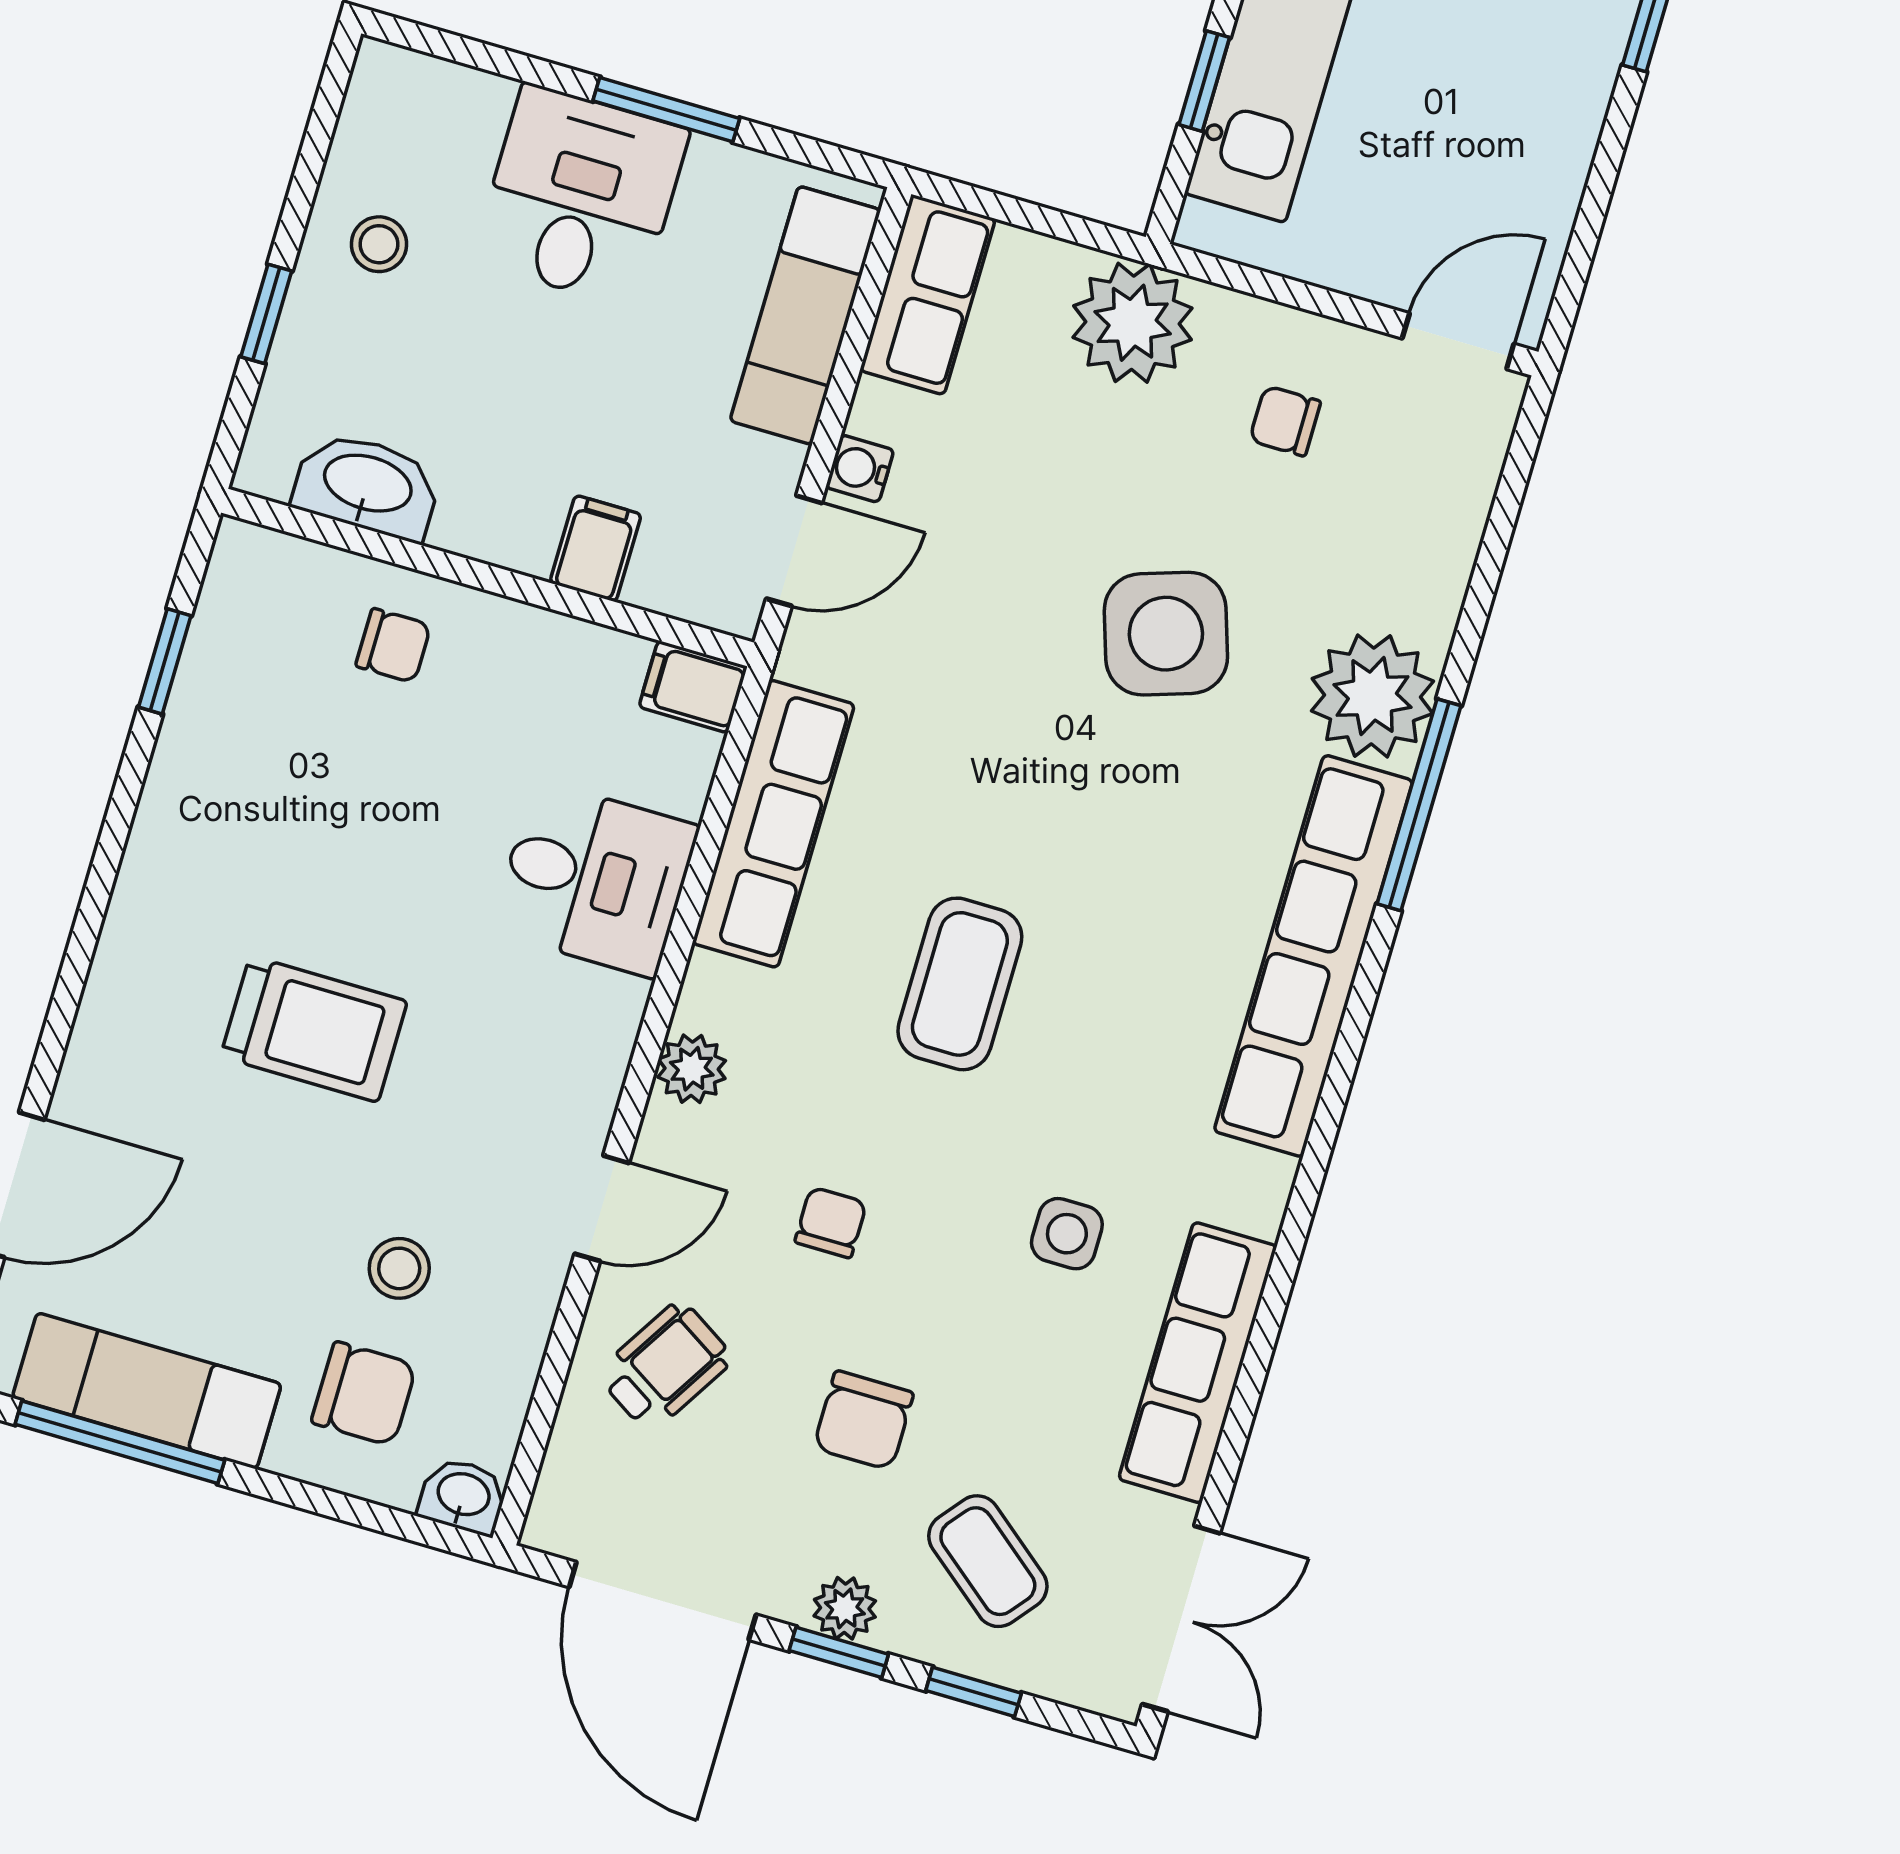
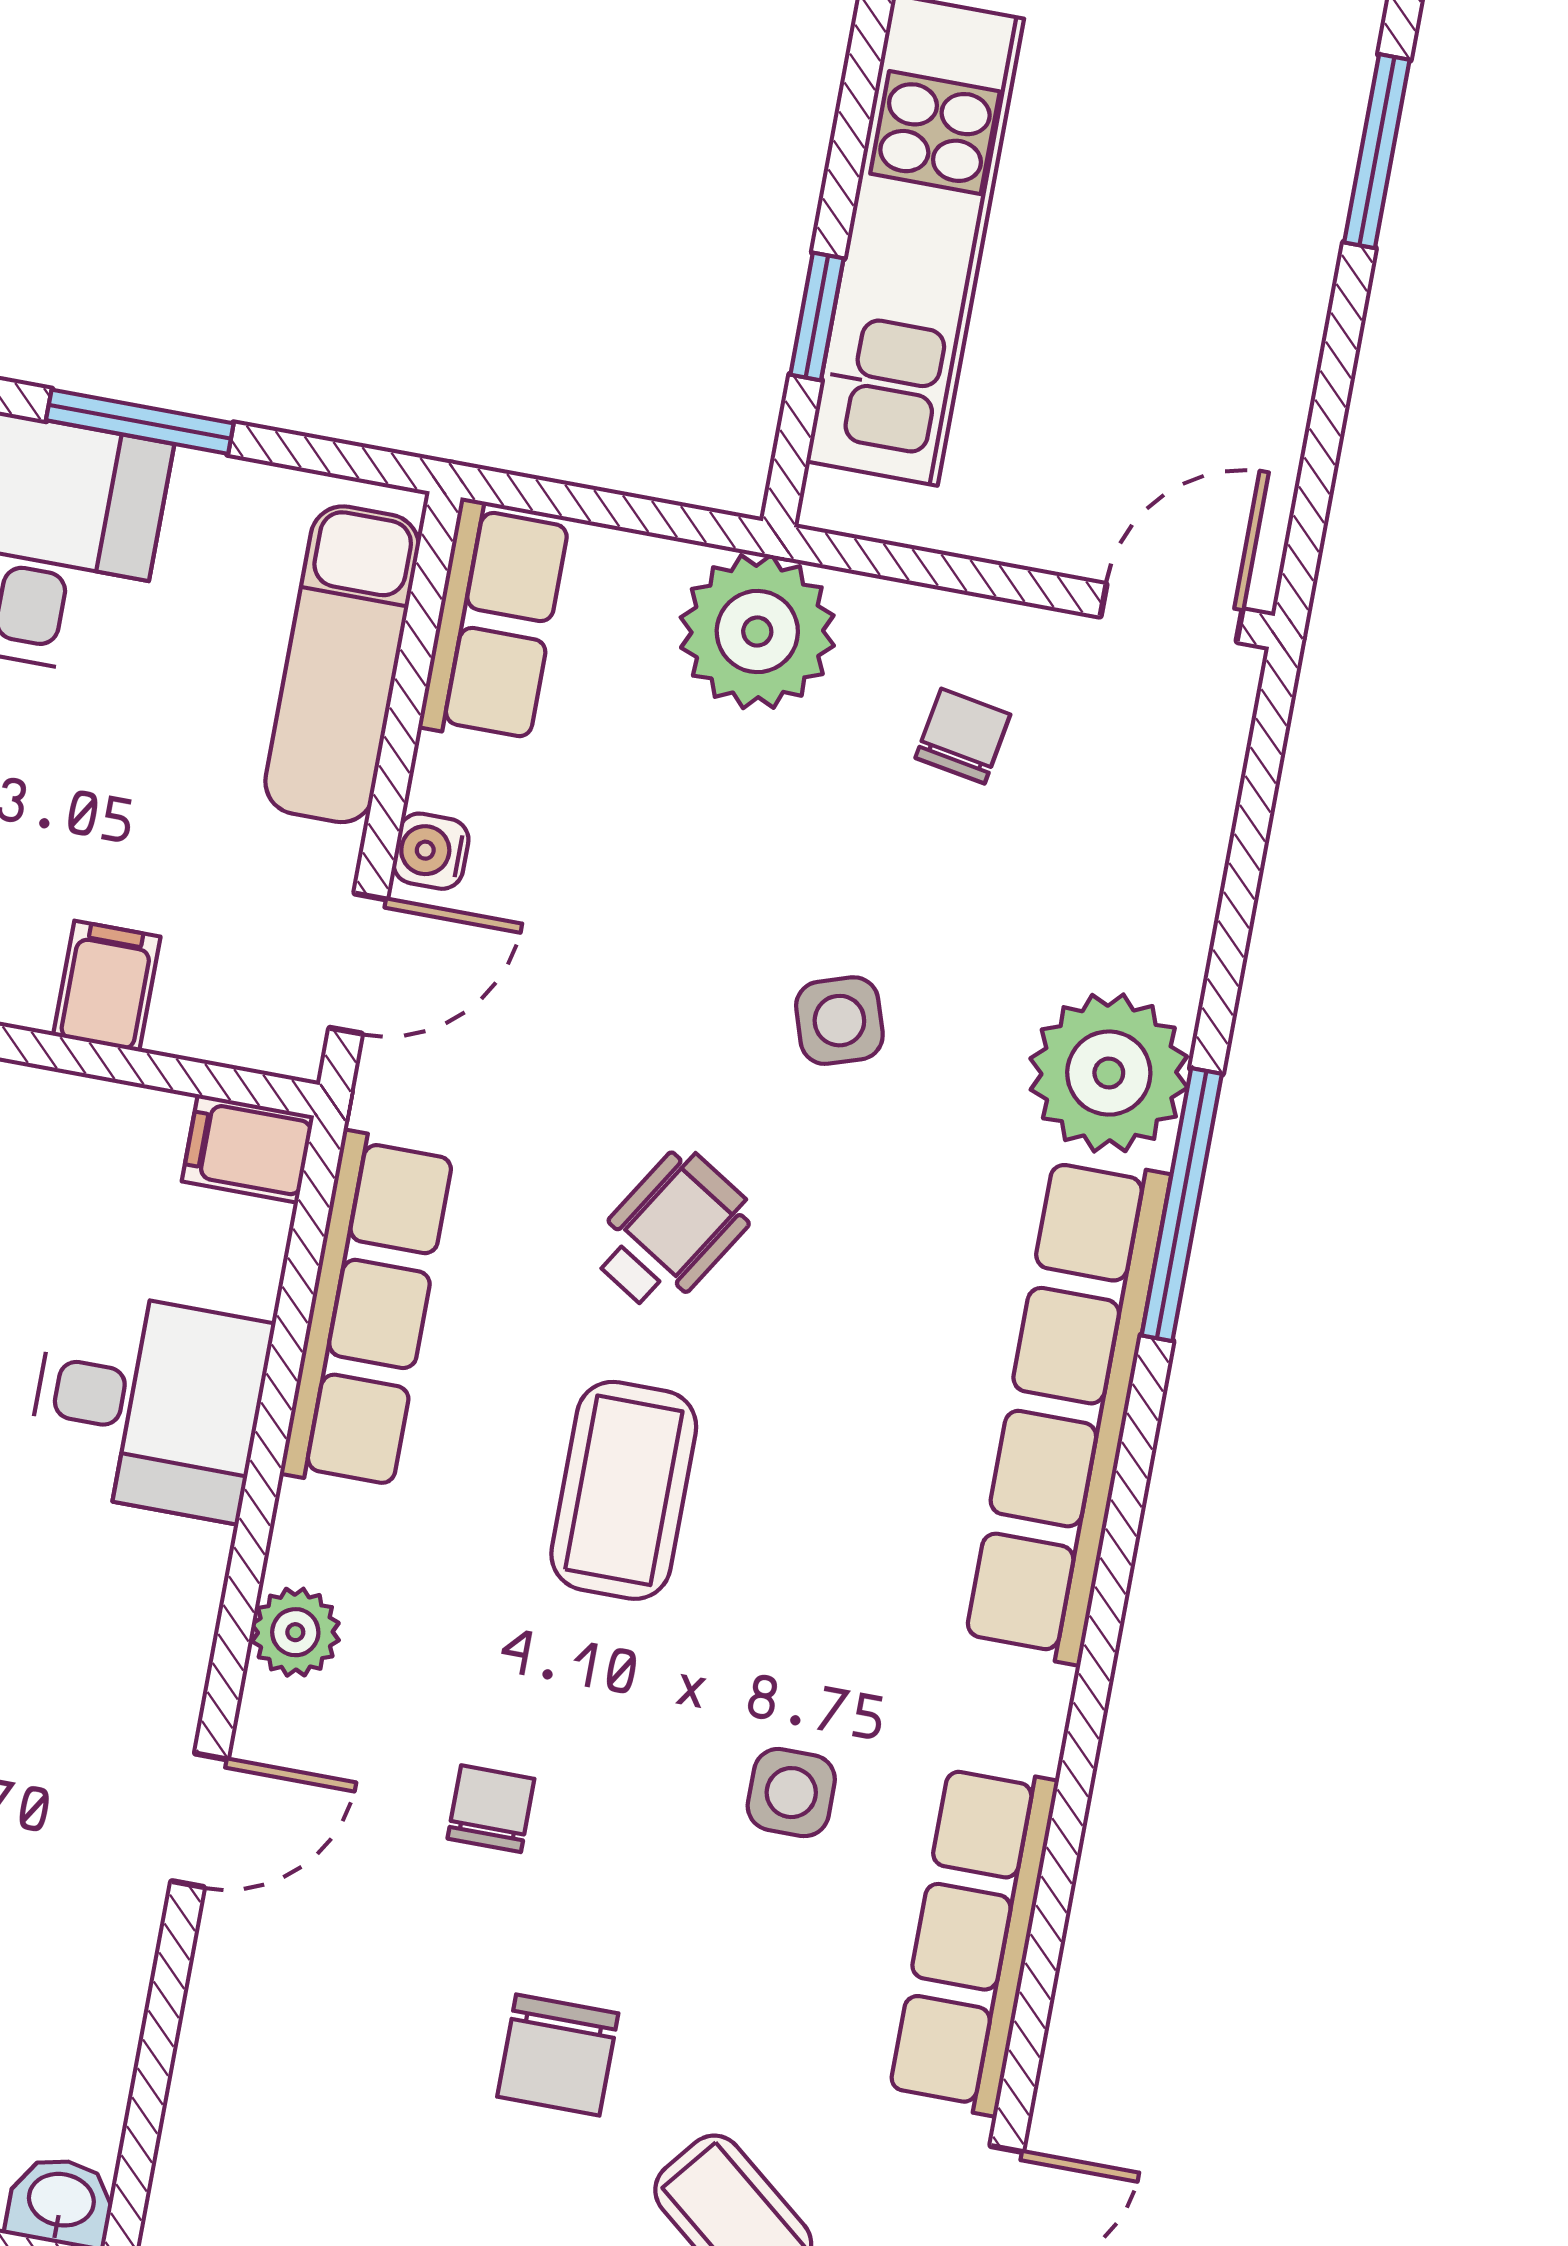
chair: (1285, 421) -> (963, 736), turned 100
side table: (1166, 634) -> (839, 1021), width x0.54, depth x0.54
wheelchair: (665, 1366) -> (671, 1231), moved

